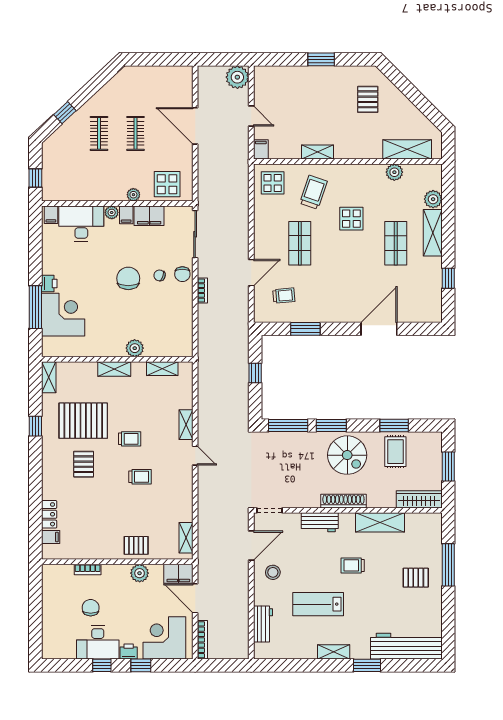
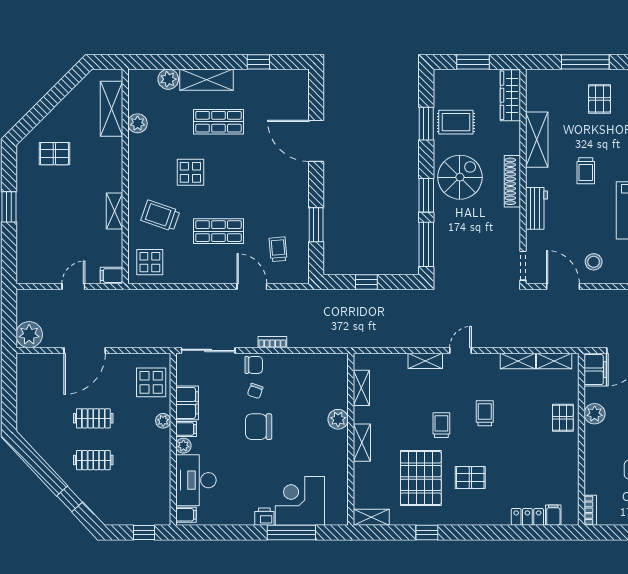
plant: (237, 77) -> (29, 335), moved
shelving: (186, 506) -> (518, 361), added
bookcase: (88, 569) -> (590, 510), moved

